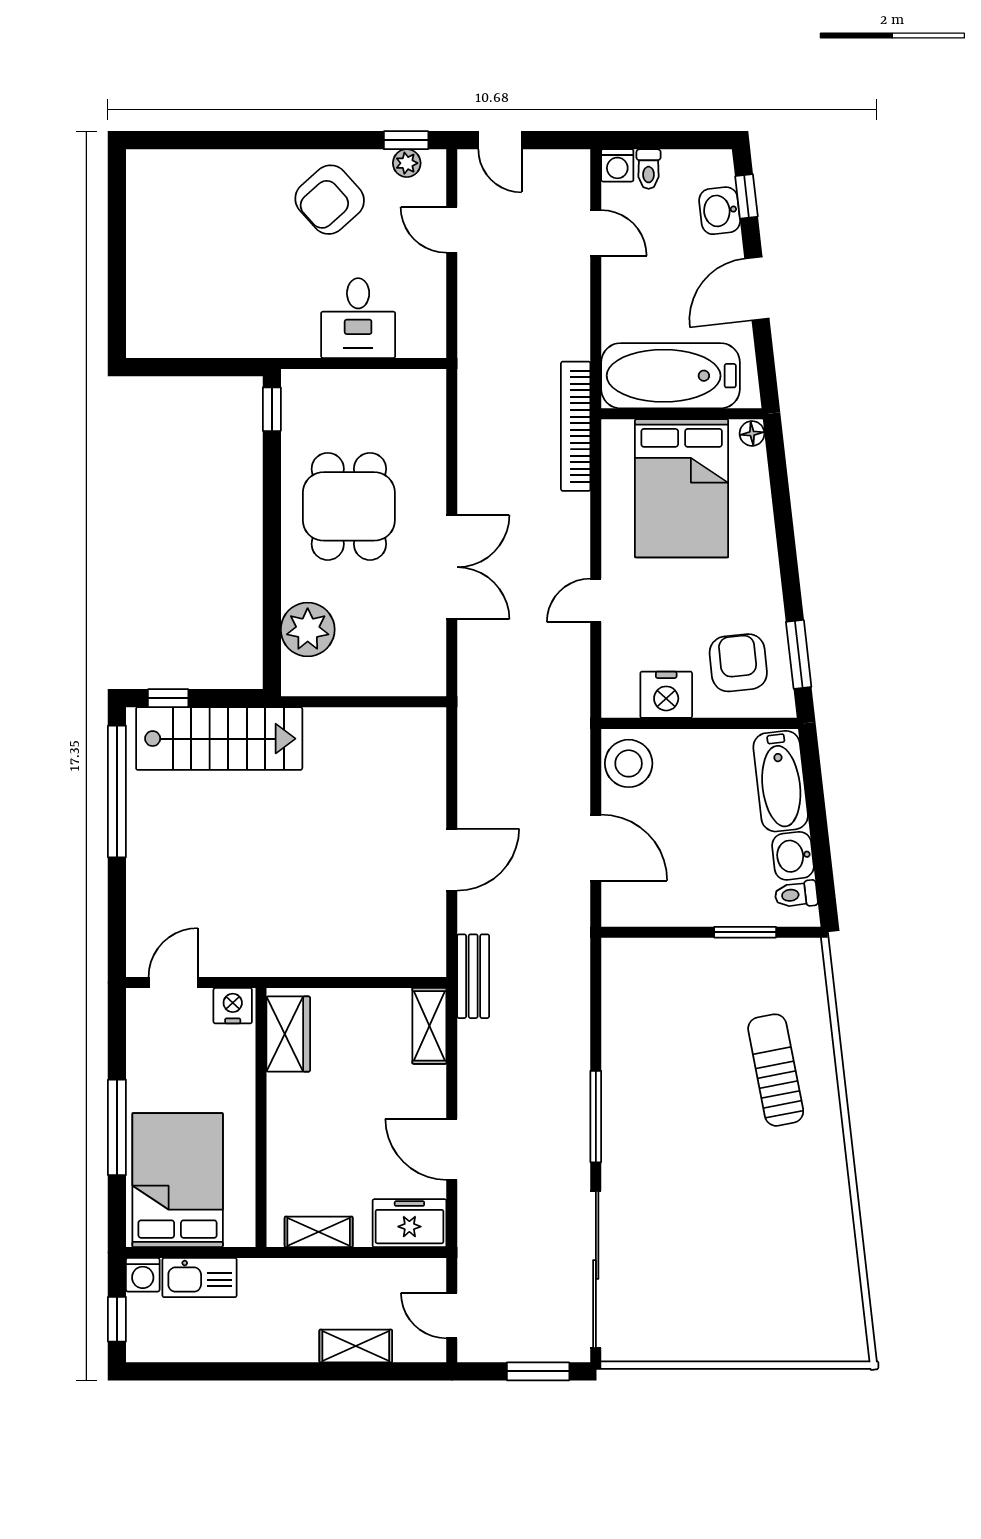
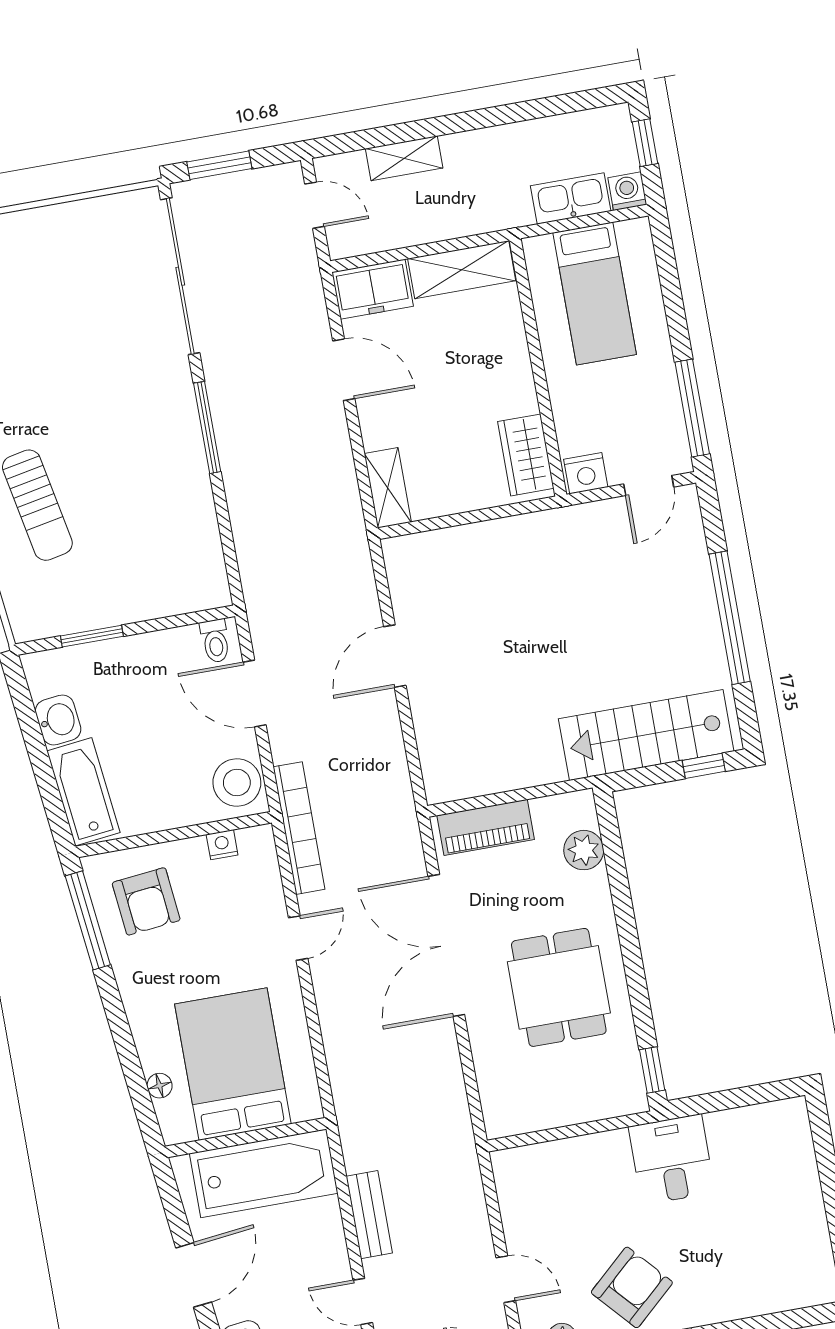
desk: (358, 318) -> (672, 1160), moved
bookcase: (576, 426) -> (299, 828), moved
floor lamp: (752, 433) -> (160, 1086), moved
double door: (452, 567) -> (446, 945), width x1.36
plant: (308, 630) -> (584, 850), width x0.73, depth x0.73
window: (799, 654) -> (88, 920), width x1.44
piano: (393, 676) -> (486, 827), added
nightstand: (666, 695) -> (222, 845), width x0.53, depth x0.56
window: (117, 791) -> (730, 618), moved
toilet: (796, 895) -> (215, 641), moved, turned 97
bench: (473, 976) -> (369, 1215), moved
window: (117, 1127) -> (692, 408), moved
bed: (178, 1180) -> (595, 294), width x0.67
shelving: (319, 1232) -> (462, 270), width x1.50, depth x1.33

